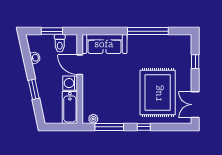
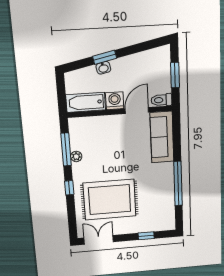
toilet: (60, 43) -> (161, 100), moved
washbasin: (35, 58) -> (103, 68), moved
plant: (93, 119) -> (76, 156), moved

